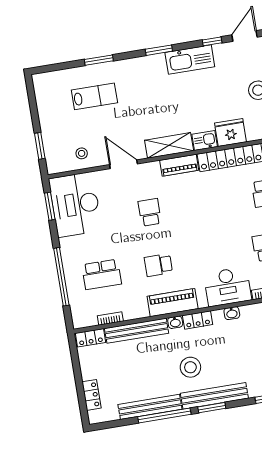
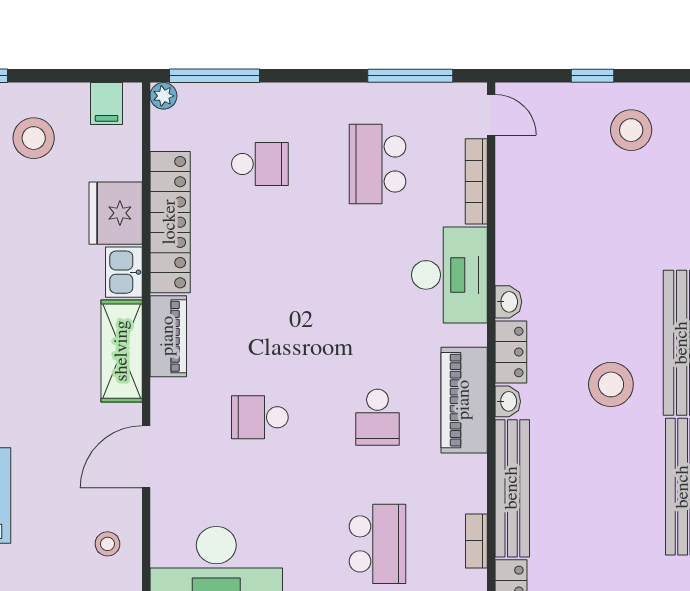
washbasin: (232, 313) -> (508, 302), moved

